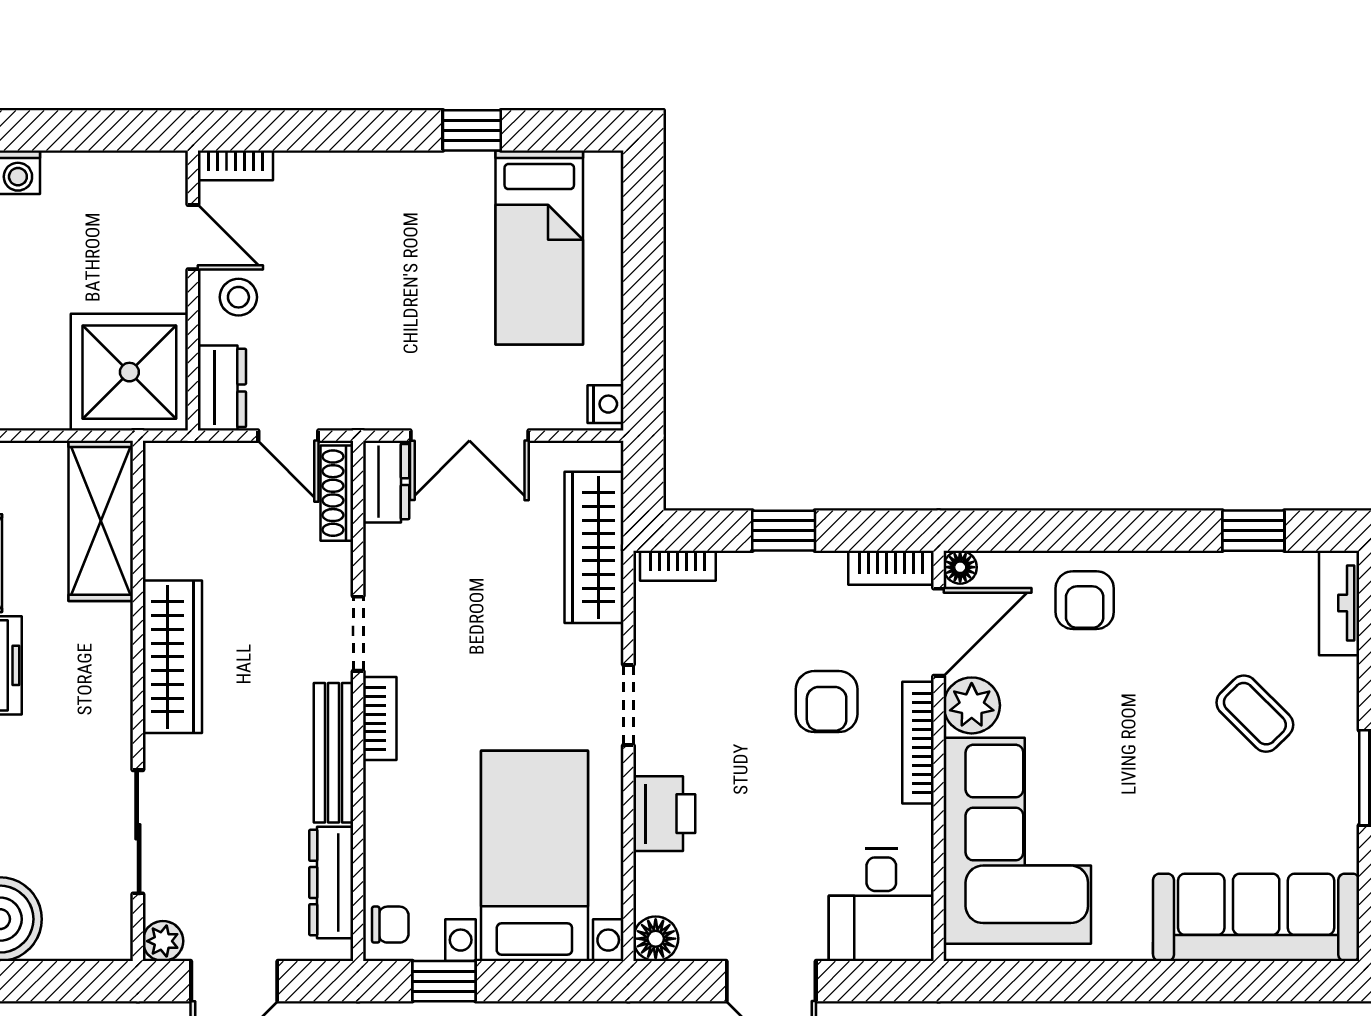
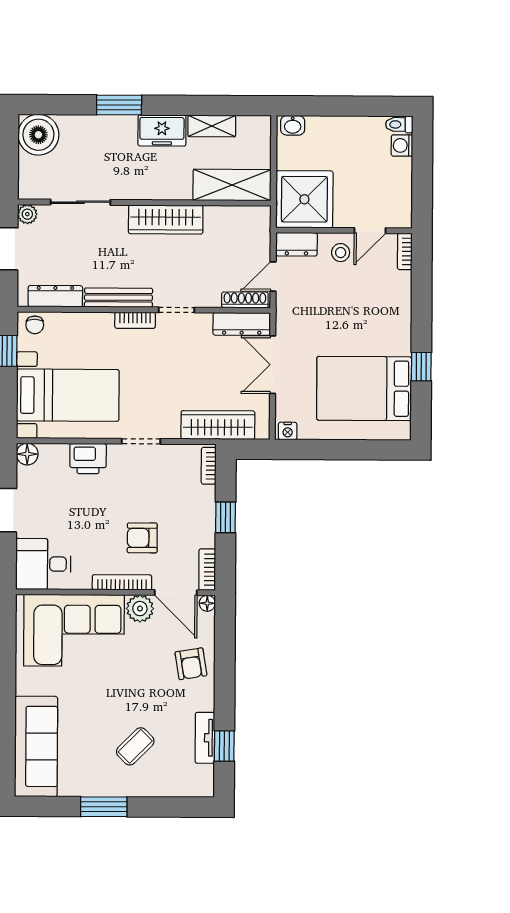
bed: (539, 247) -> (364, 388), width x1.50
dresser: (386, 482) -> (242, 324), width x1.44
armchair: (1085, 600) -> (191, 664), turned -99
tv unit: (1339, 603) -> (205, 738), moved, turned -90

